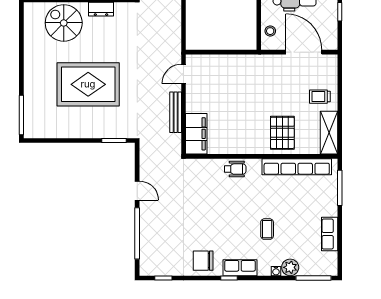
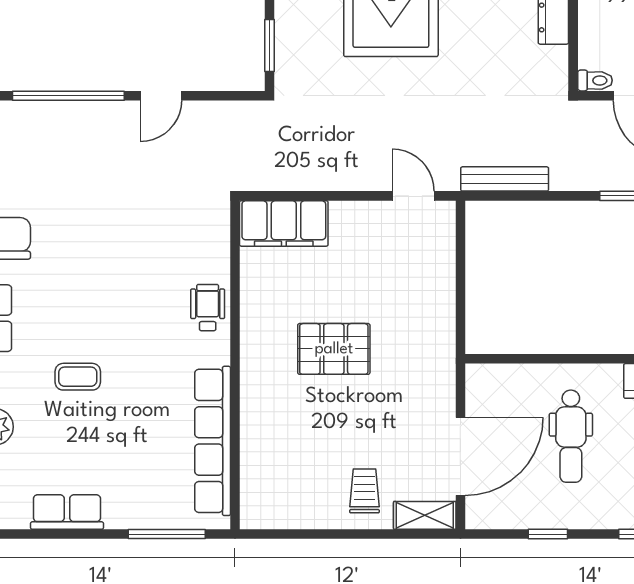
stool: (270, 31) -> (506, 384), removed
bench: (176, 112) -> (505, 179), moved
pallet: (282, 133) -> (334, 349), moved
shelving: (329, 133) -> (425, 515), moved, width x0.67, depth x0.75
wheelchair: (235, 169) -> (208, 308), turned 180

